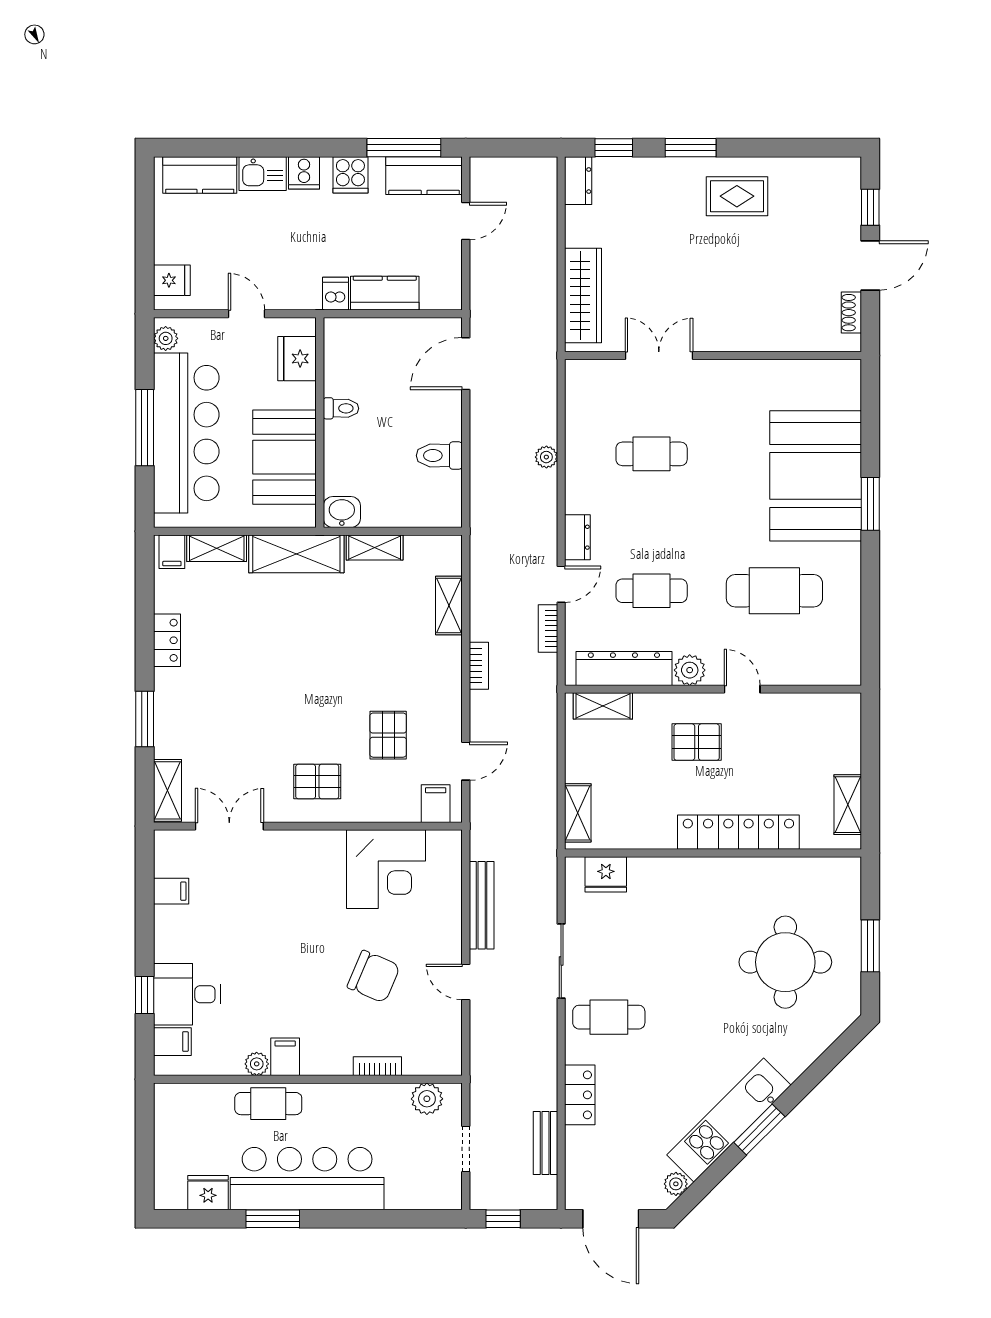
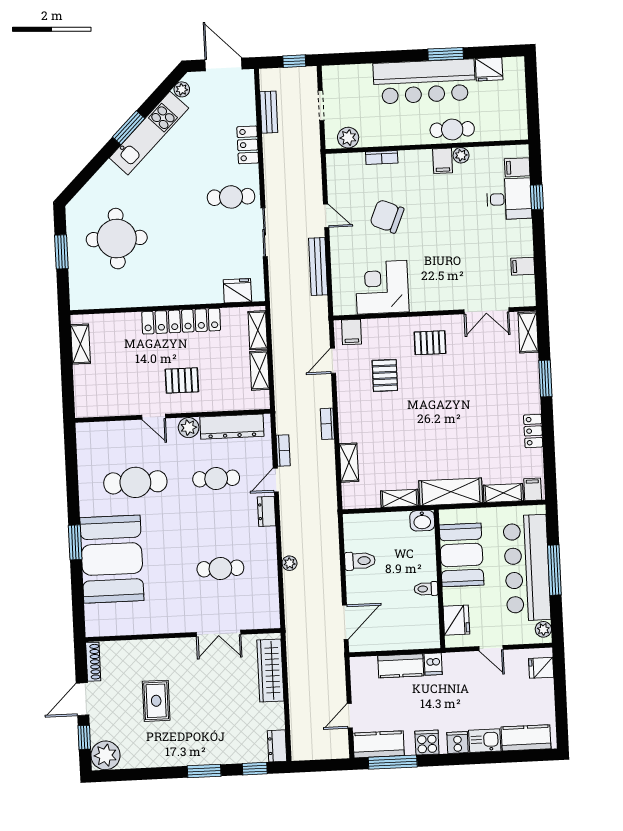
plant: (839, 179) -> (105, 755), added
rug: (737, 196) -> (156, 701), moved, turned 90
shoe rack: (851, 313) -> (93, 662), width x1.43
shelving: (603, 706) -> (260, 370), moved, turned 90
locker: (738, 832) -> (181, 321), moved

